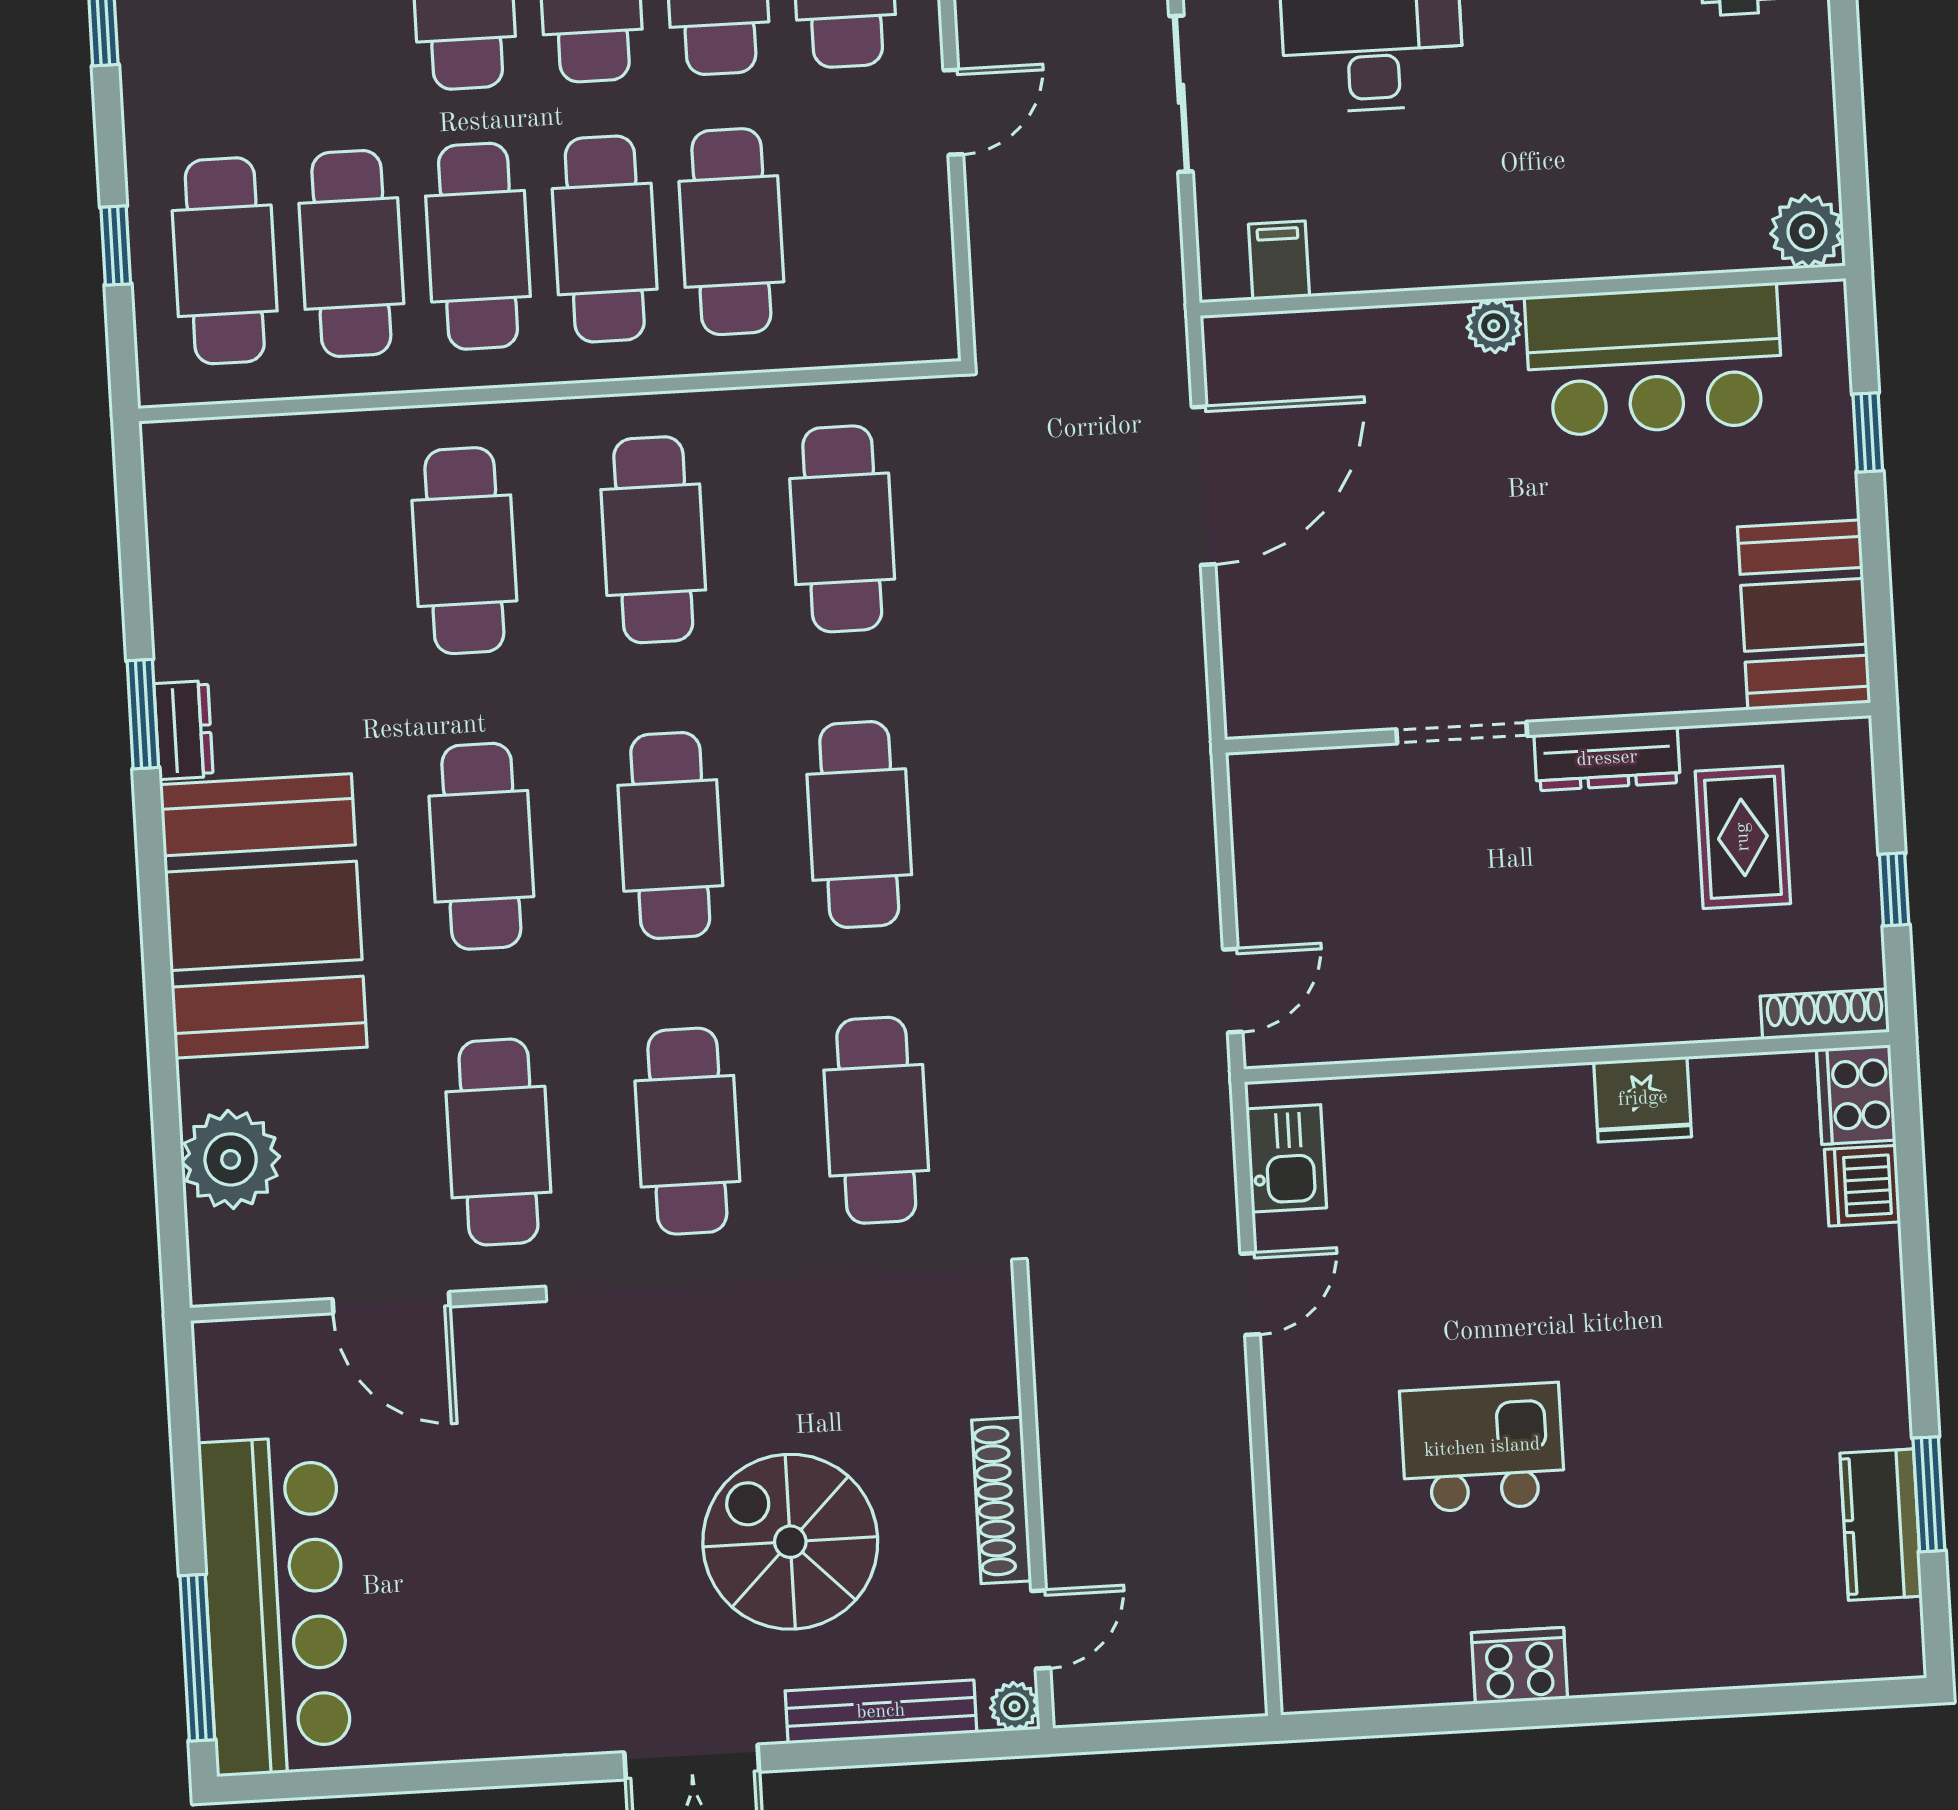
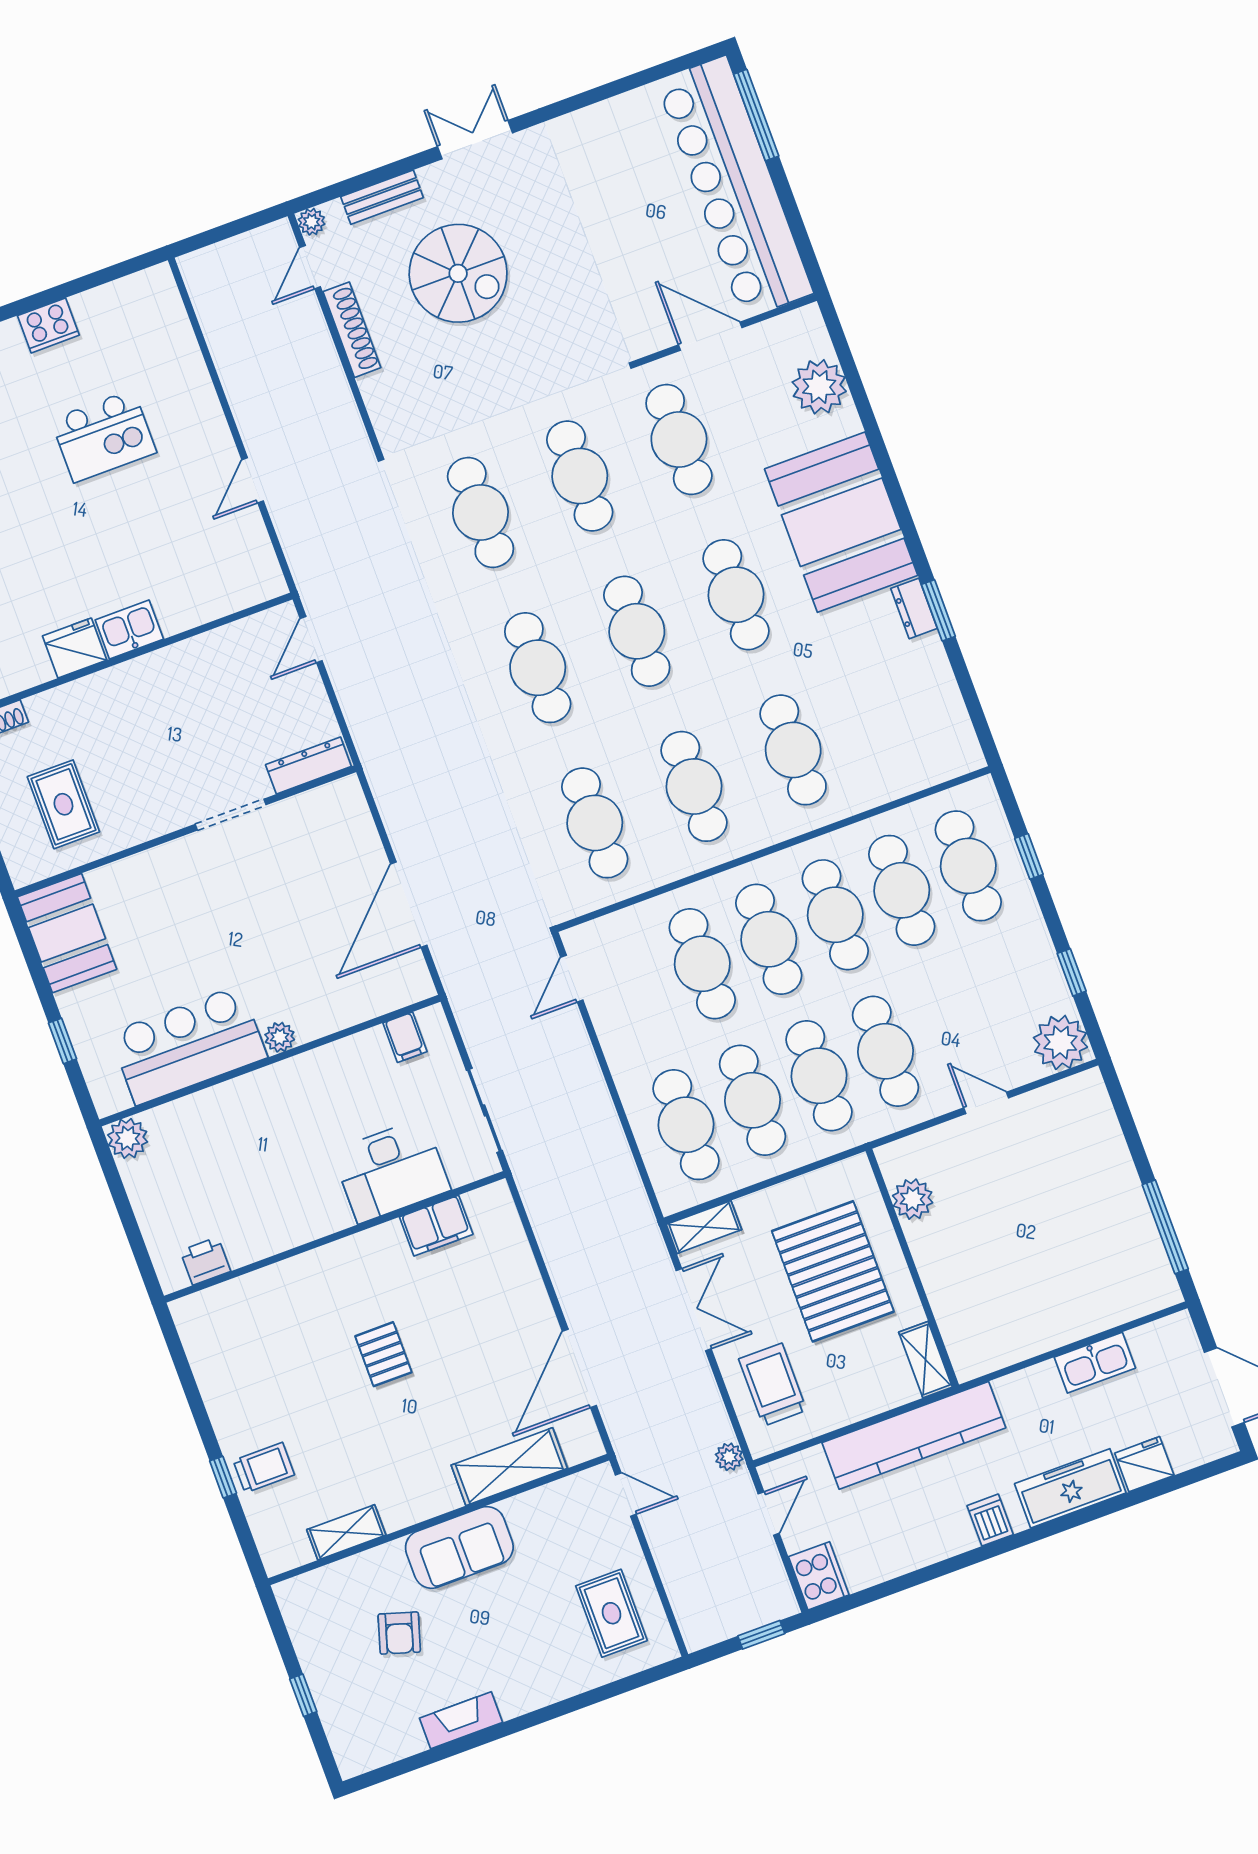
door: (953, 112) -> (572, 979), moved
dresser: (1607, 759) -> (308, 766), moved
kitchen sink: (1286, 1158) -> (129, 630), moved, turned 90
bar counter: (275, 1606) -> (735, 187), width x1.36
bench: (881, 1712) -> (382, 197), width x0.73

